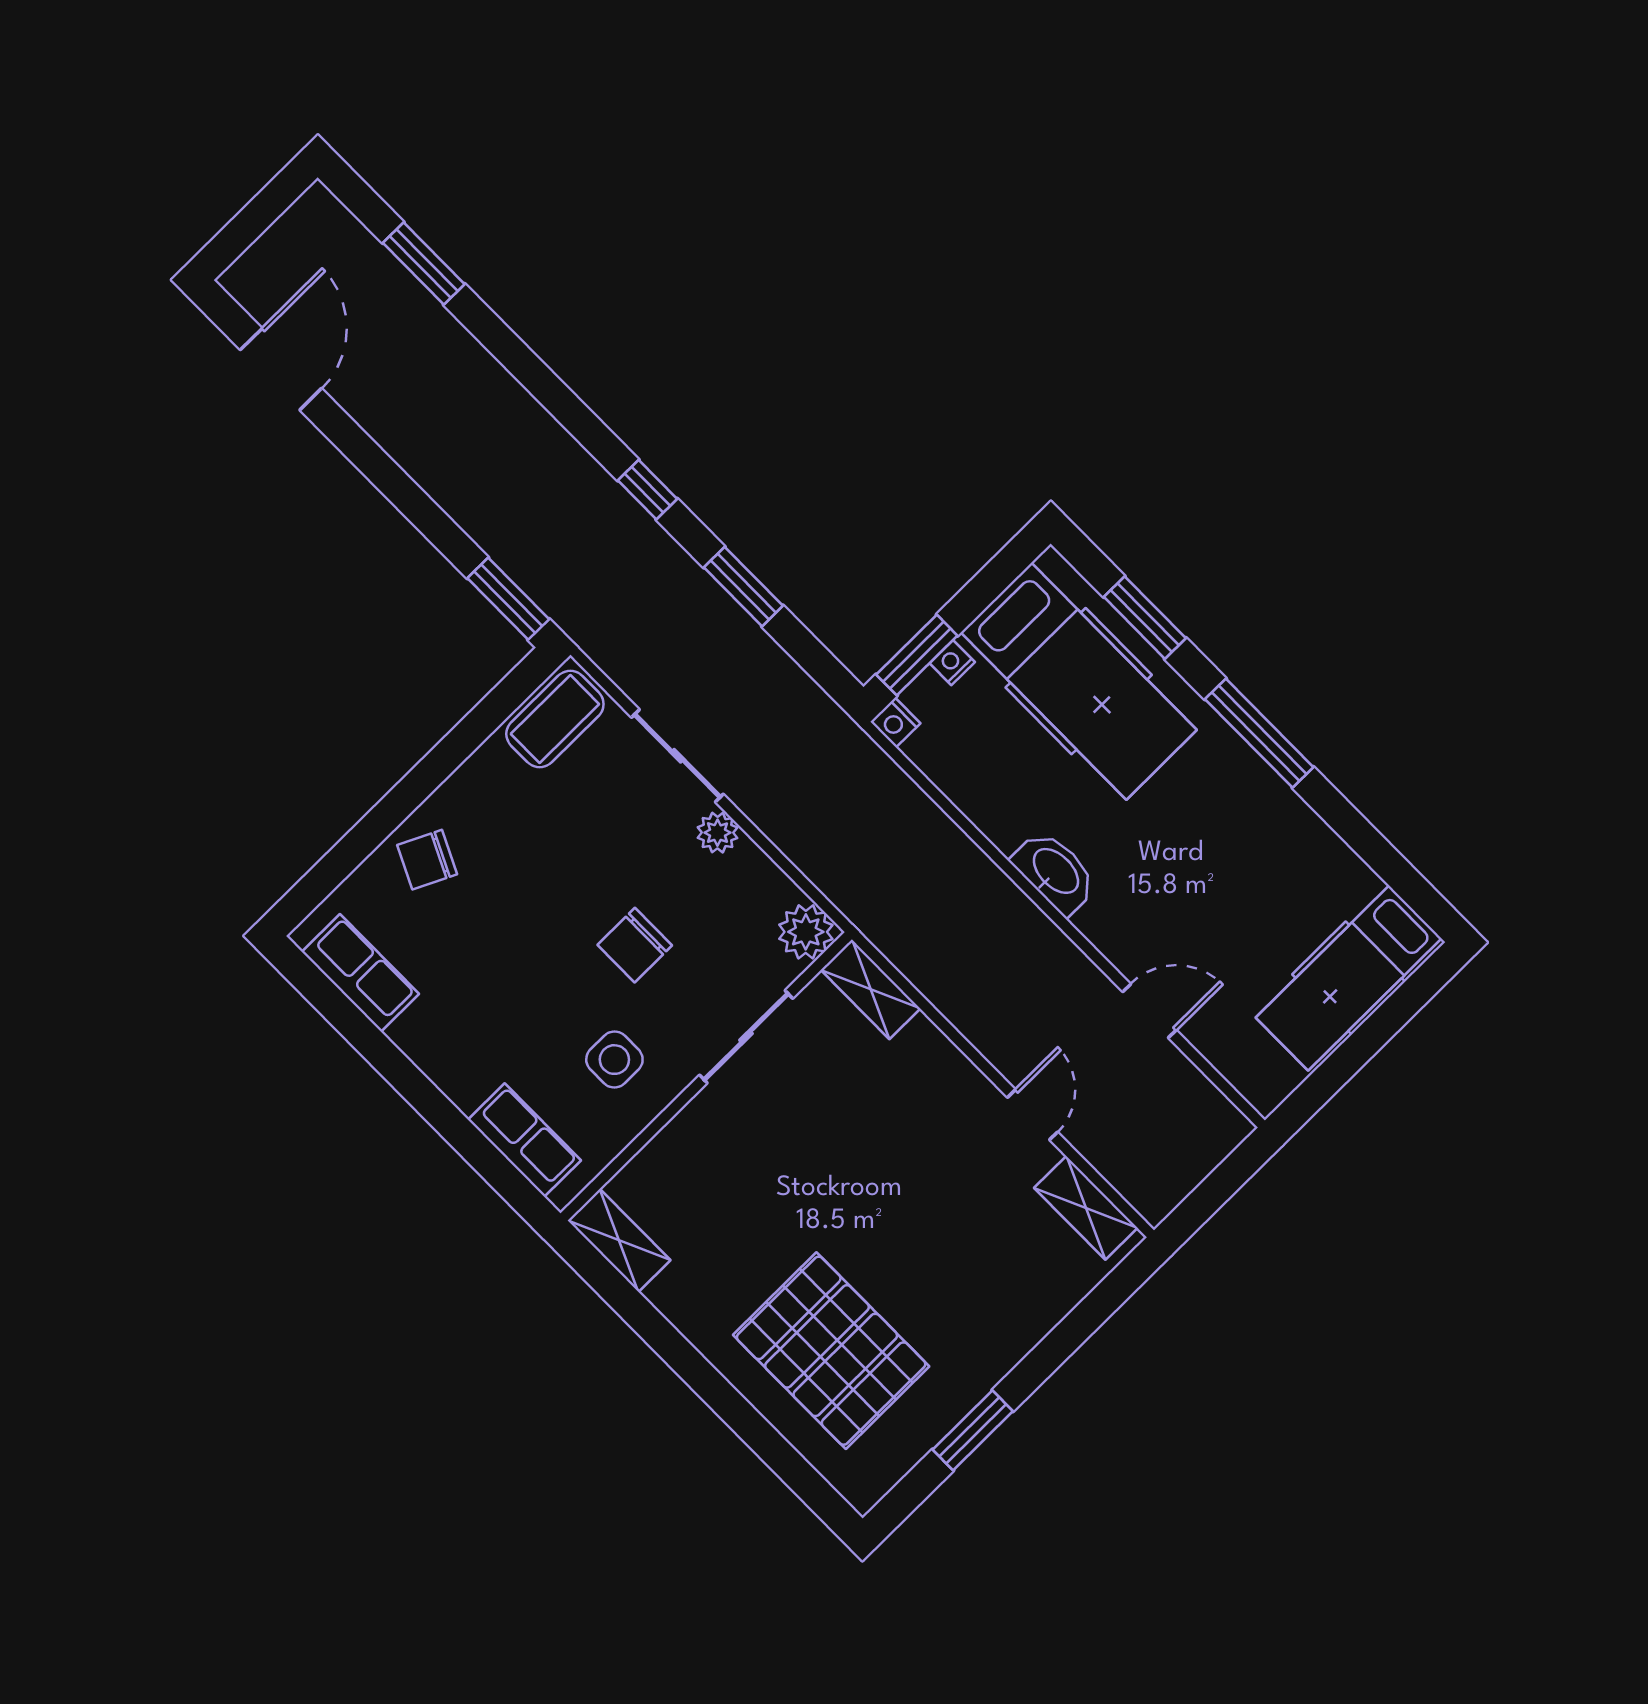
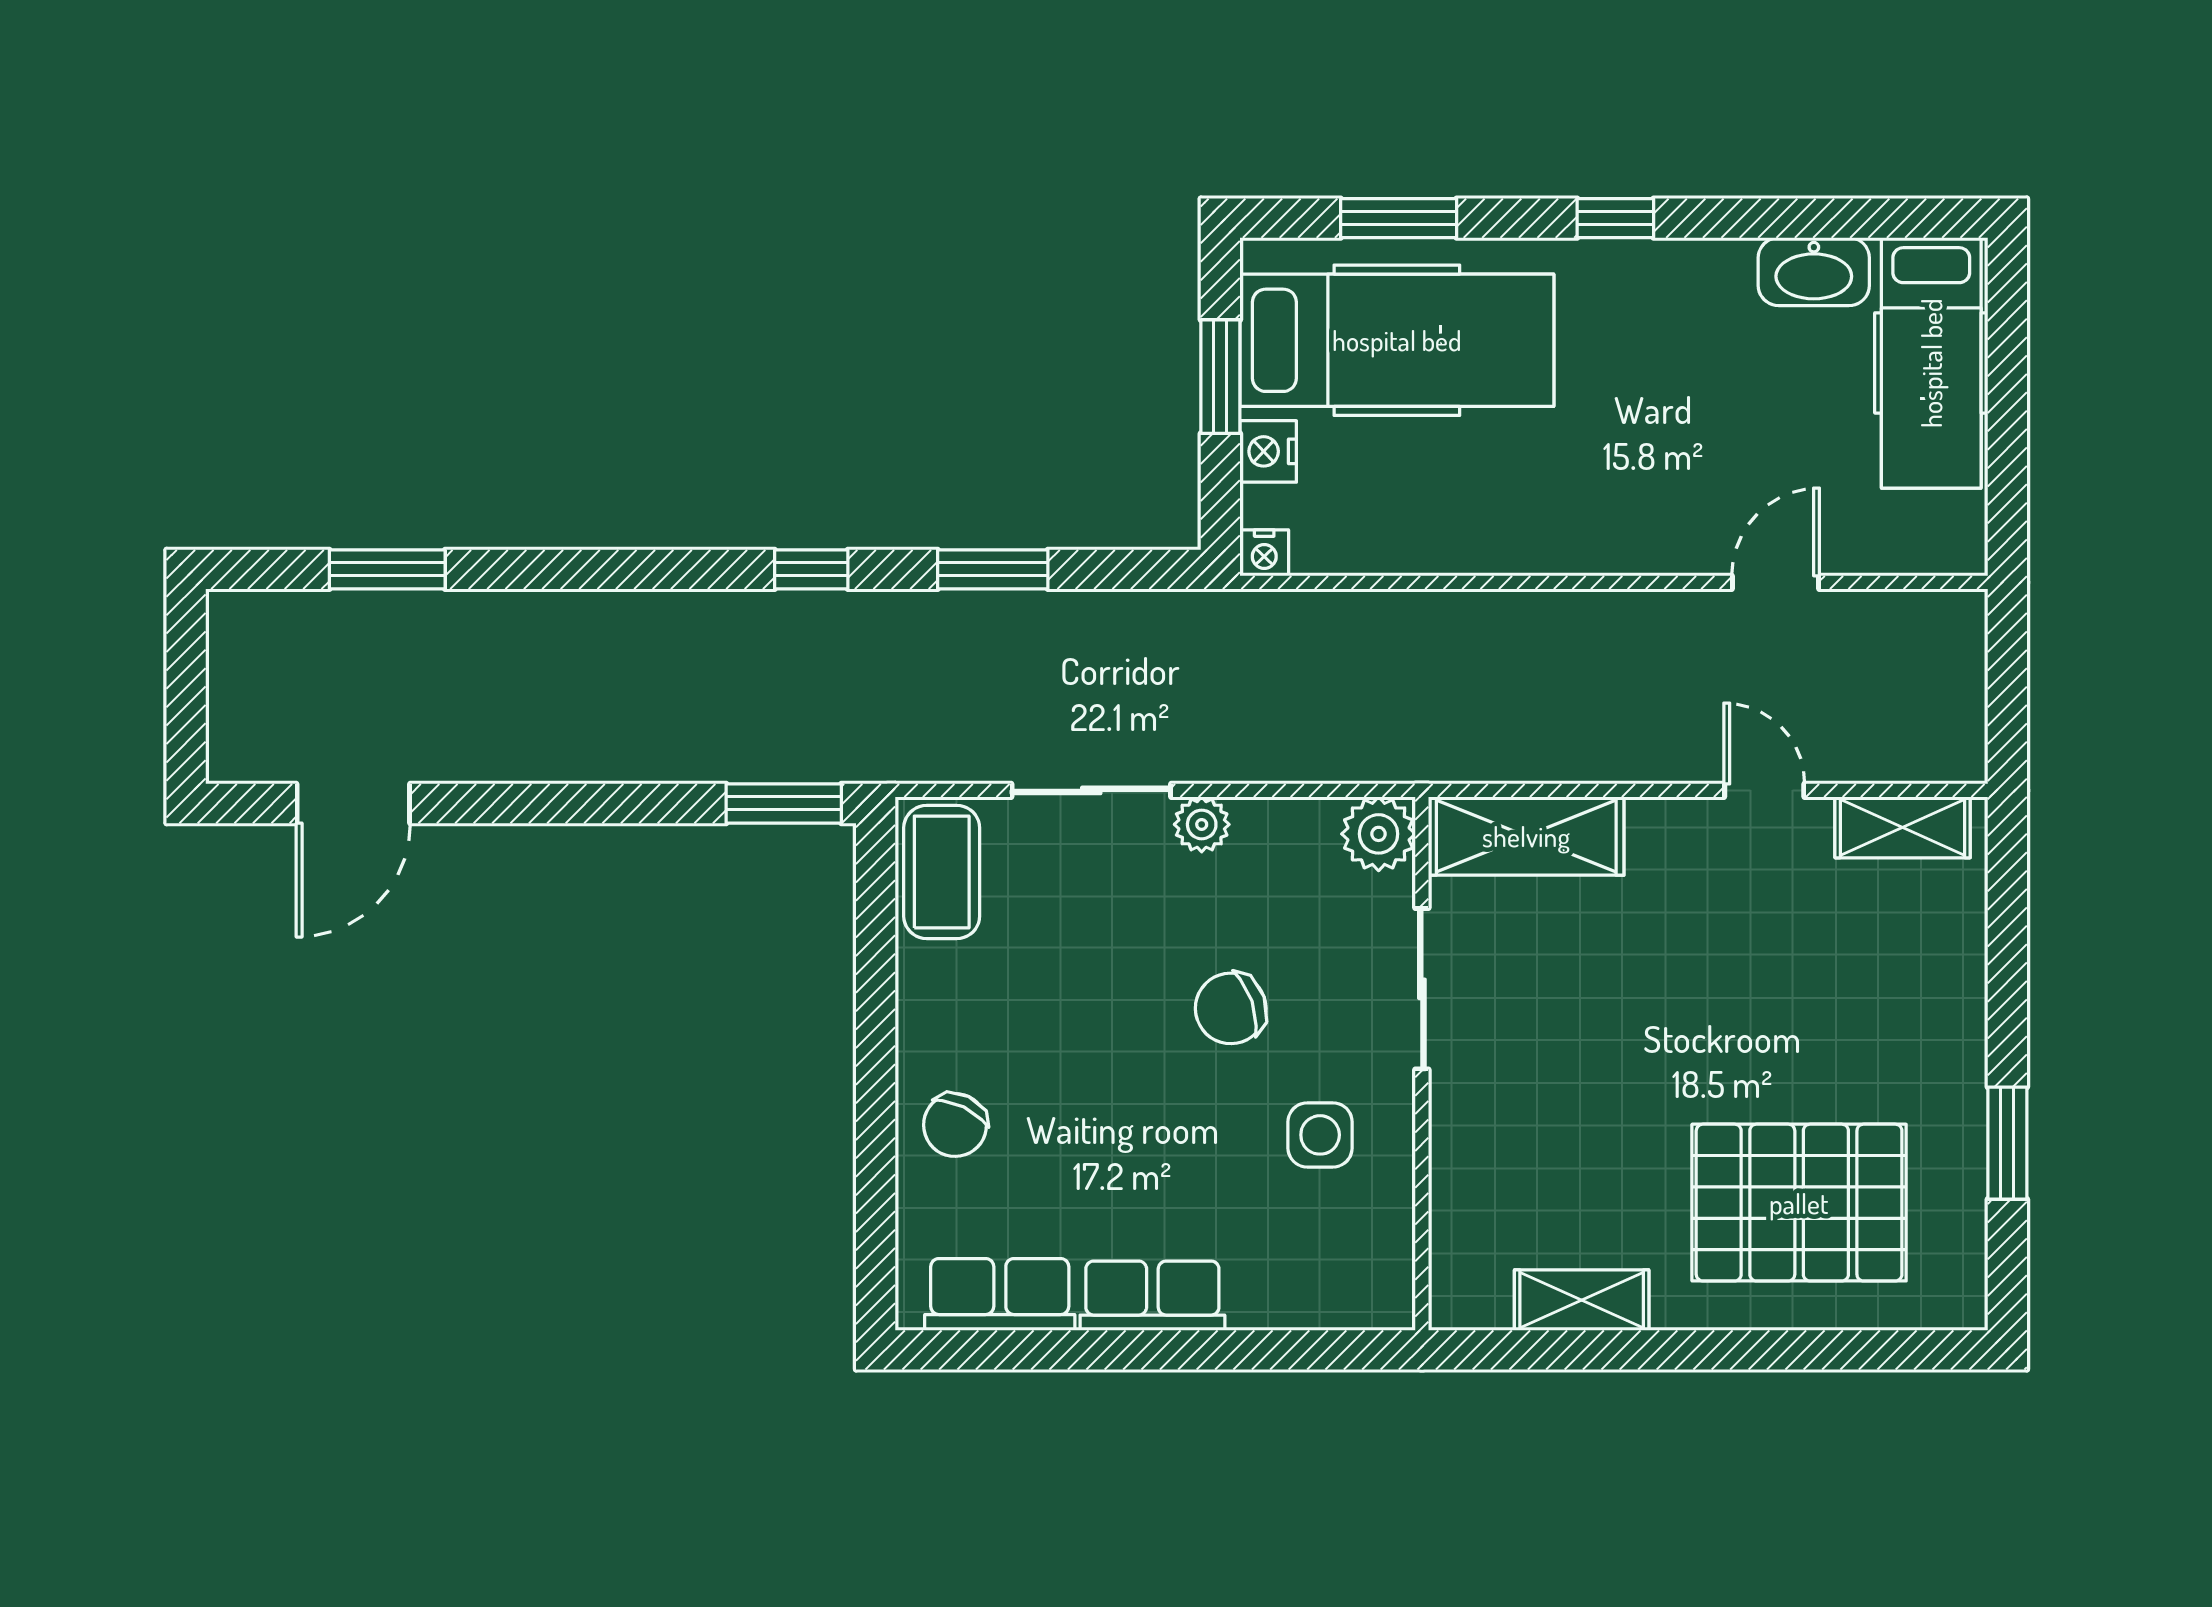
door: (281, 369) -> (353, 803), swing flipped
window: (917, 655) -> (1220, 377), moved
nightstand: (952, 663) -> (1268, 451), width x1.39, depth x1.35
window: (1259, 733) -> (1615, 218), width x0.46
washbasin: (1055, 872) -> (1814, 272), moved, turned 180
chair: (635, 945) -> (1231, 1008), turned 71
shelving: (871, 989) -> (1526, 836), width x1.50, depth x1.33
row of seats: (524, 1140) -> (1152, 1296), moved
shelving: (619, 1240) -> (1582, 1300), moved

